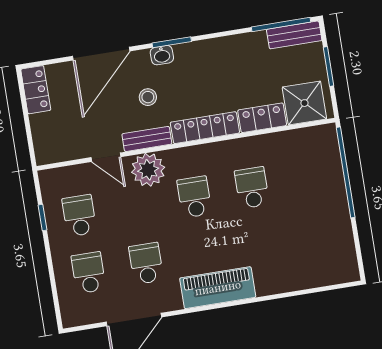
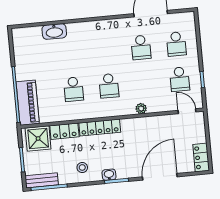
washbasin: (162, 55) -> (109, 175), moved
stool: (148, 97) -> (82, 167), moved
bench: (147, 139) -> (135, 123), removed
door: (106, 157) -> (187, 111), moved
plant: (148, 170) -> (141, 109), width x0.53, depth x0.53
washbasin: (290, 280) -> (54, 32), added
piano: (218, 288) -> (28, 103), moved, turned -90

